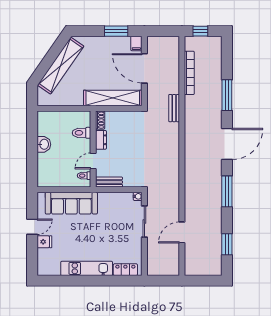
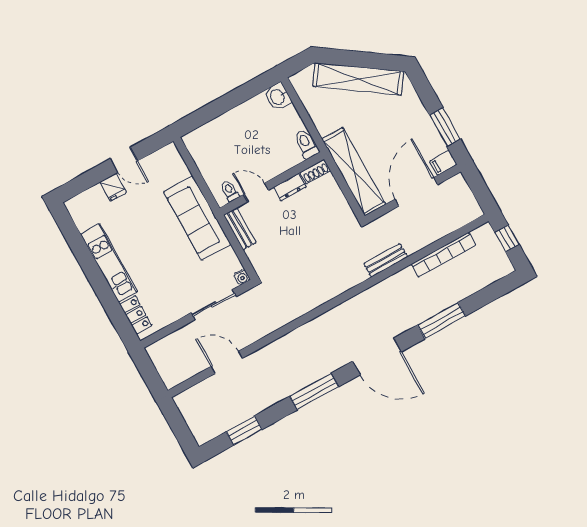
toilet: (82, 133) -> (306, 144), moved
washbasin: (44, 144) -> (278, 97), moved, turned 90
sofa: (71, 203) -> (197, 218), moved

